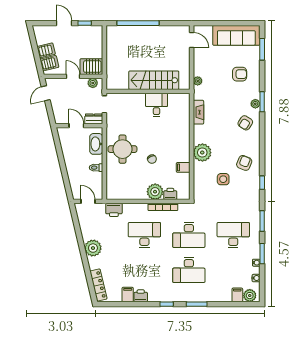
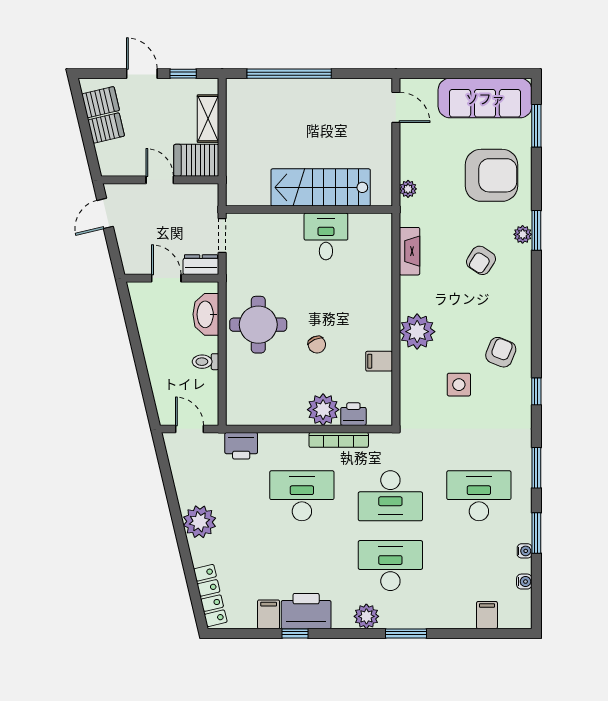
shelving: (97, 46) -> (208, 119), added
server rack: (49, 63) -> (101, 102), moved
armchair: (240, 74) -> (491, 175), width x1.88, depth x1.88
plant: (93, 83) -> (199, 193), removed
armchair: (245, 123) -> (481, 260), moved
desk: (189, 270) -> (390, 566), turned 180
printer: (141, 296) -> (306, 611), width x1.87, depth x1.48
plant: (250, 296) -> (366, 616), moved
window: (167, 304) -> (295, 633), moved

